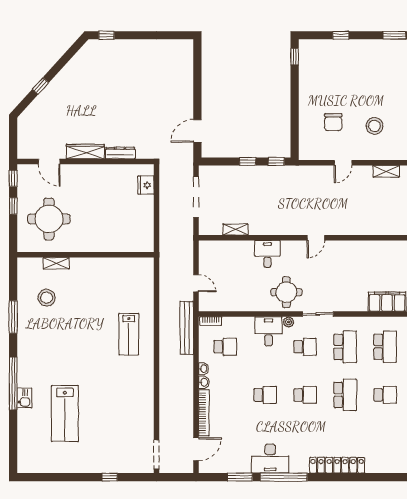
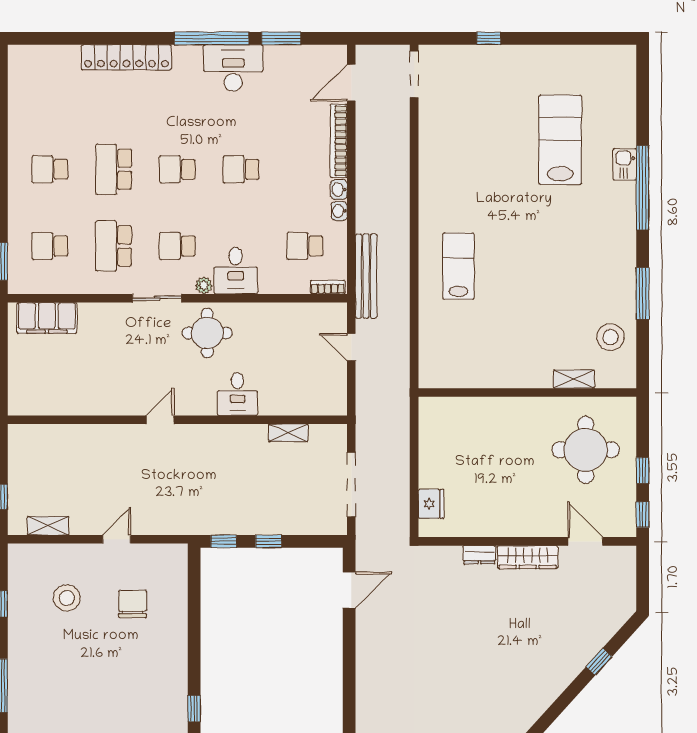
dresser: (120, 153) -> (479, 555), width x0.70
stool: (47, 298) -> (610, 337), moved
school desk: (385, 347) -> (50, 246), width x0.54

